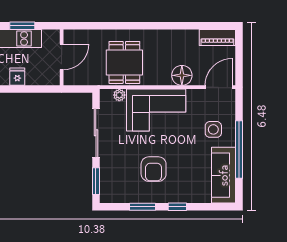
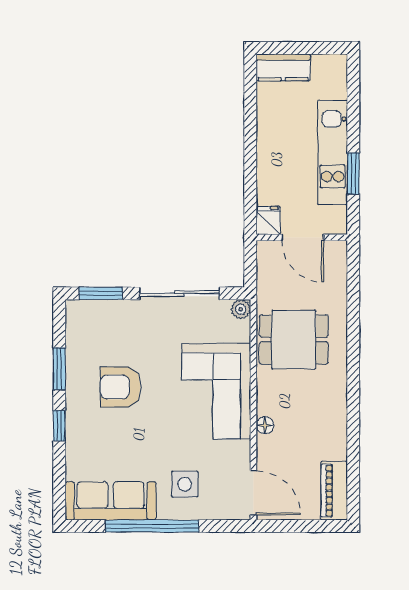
floor lamp: (182, 75) -> (265, 425), width x0.53, depth x0.53
fridge: (17, 77) -> (268, 220), moved, turned -90
plant: (119, 95) -> (241, 309), moved

